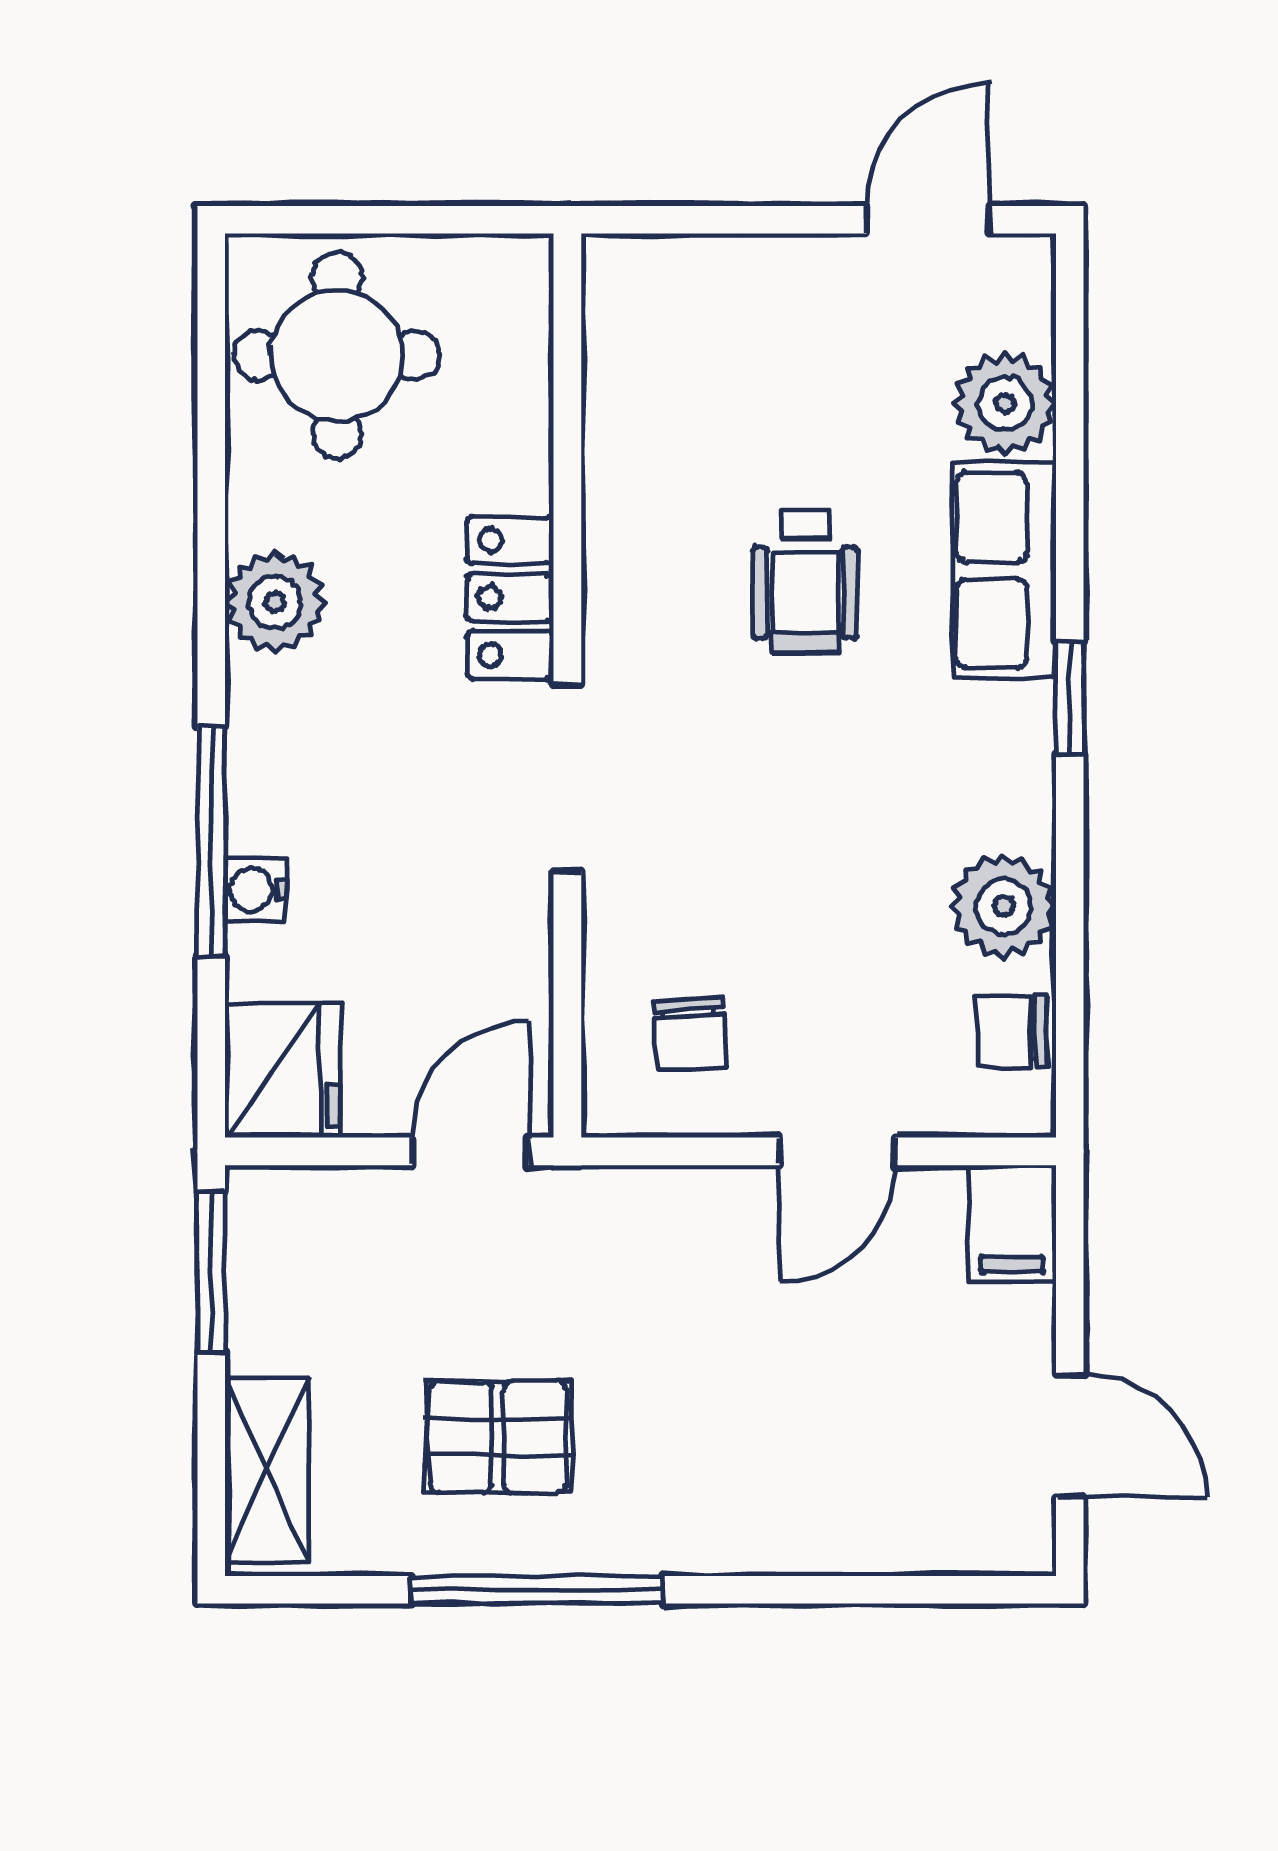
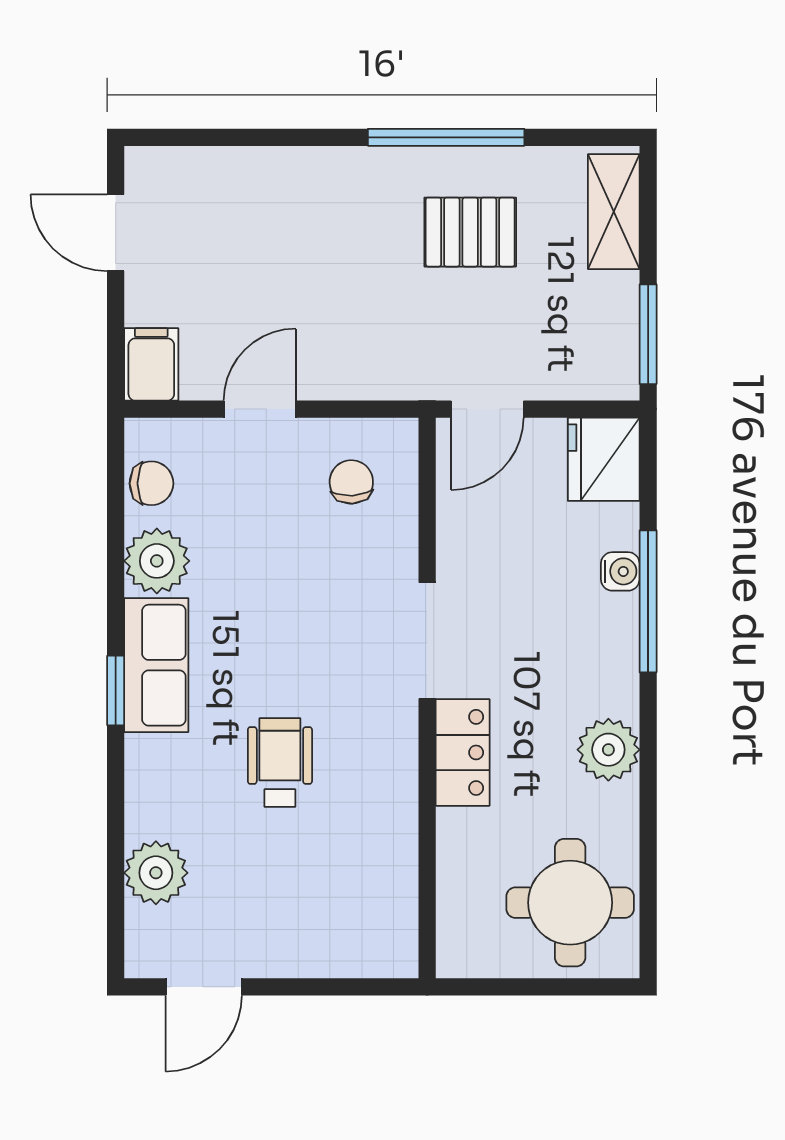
row of seats: (1004, 570) -> (156, 665), moved

